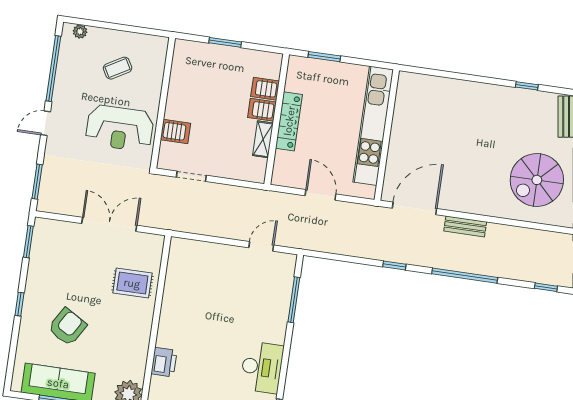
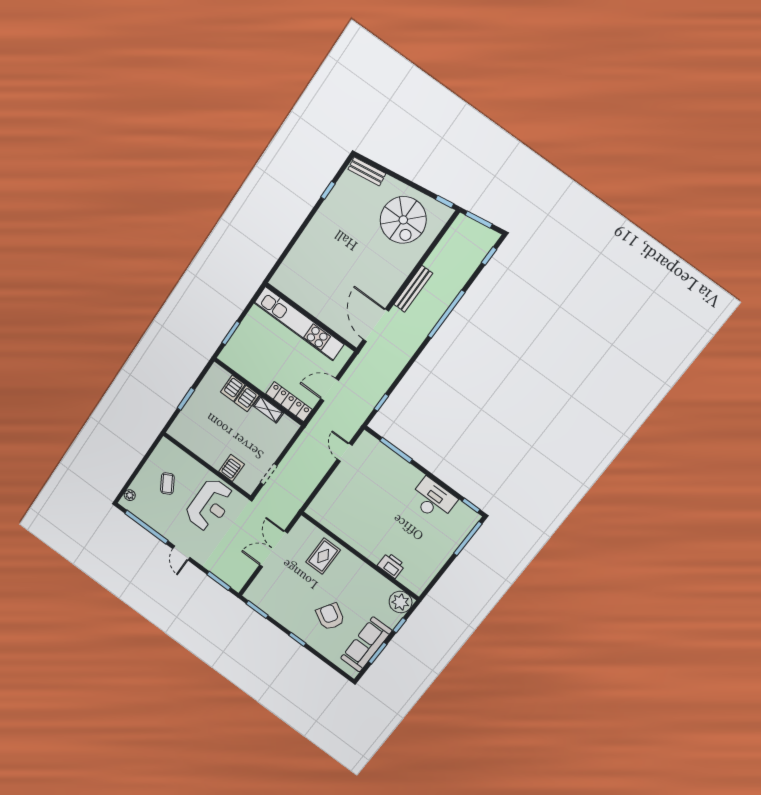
locker: (289, 121) -> (289, 402), moved
bench: (465, 226) -> (413, 289), width x1.36
window: (394, 265) -> (381, 402), moved

